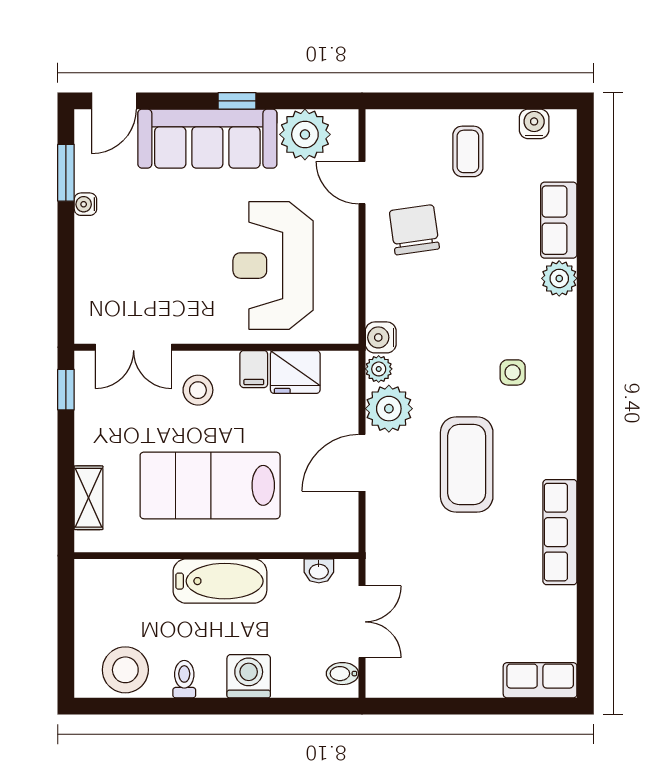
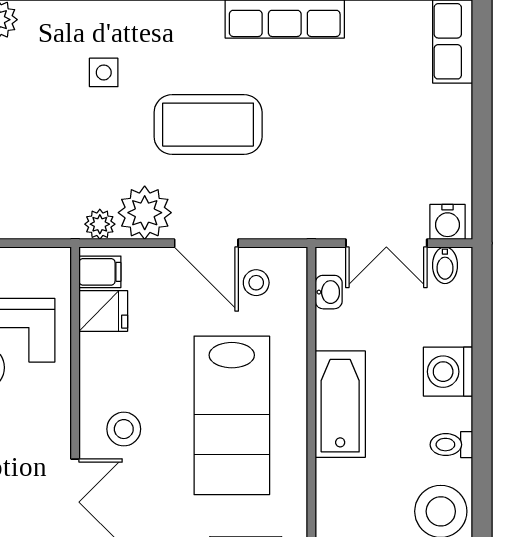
water cooler: (381, 337) -> (448, 222), moved
filing cabinet: (254, 369) -> (100, 272), moved
fridge: (295, 372) -> (103, 311), width x0.72
stool: (327, 507) -> (256, 283), added
double door: (362, 622) -> (386, 243), swing flipped

